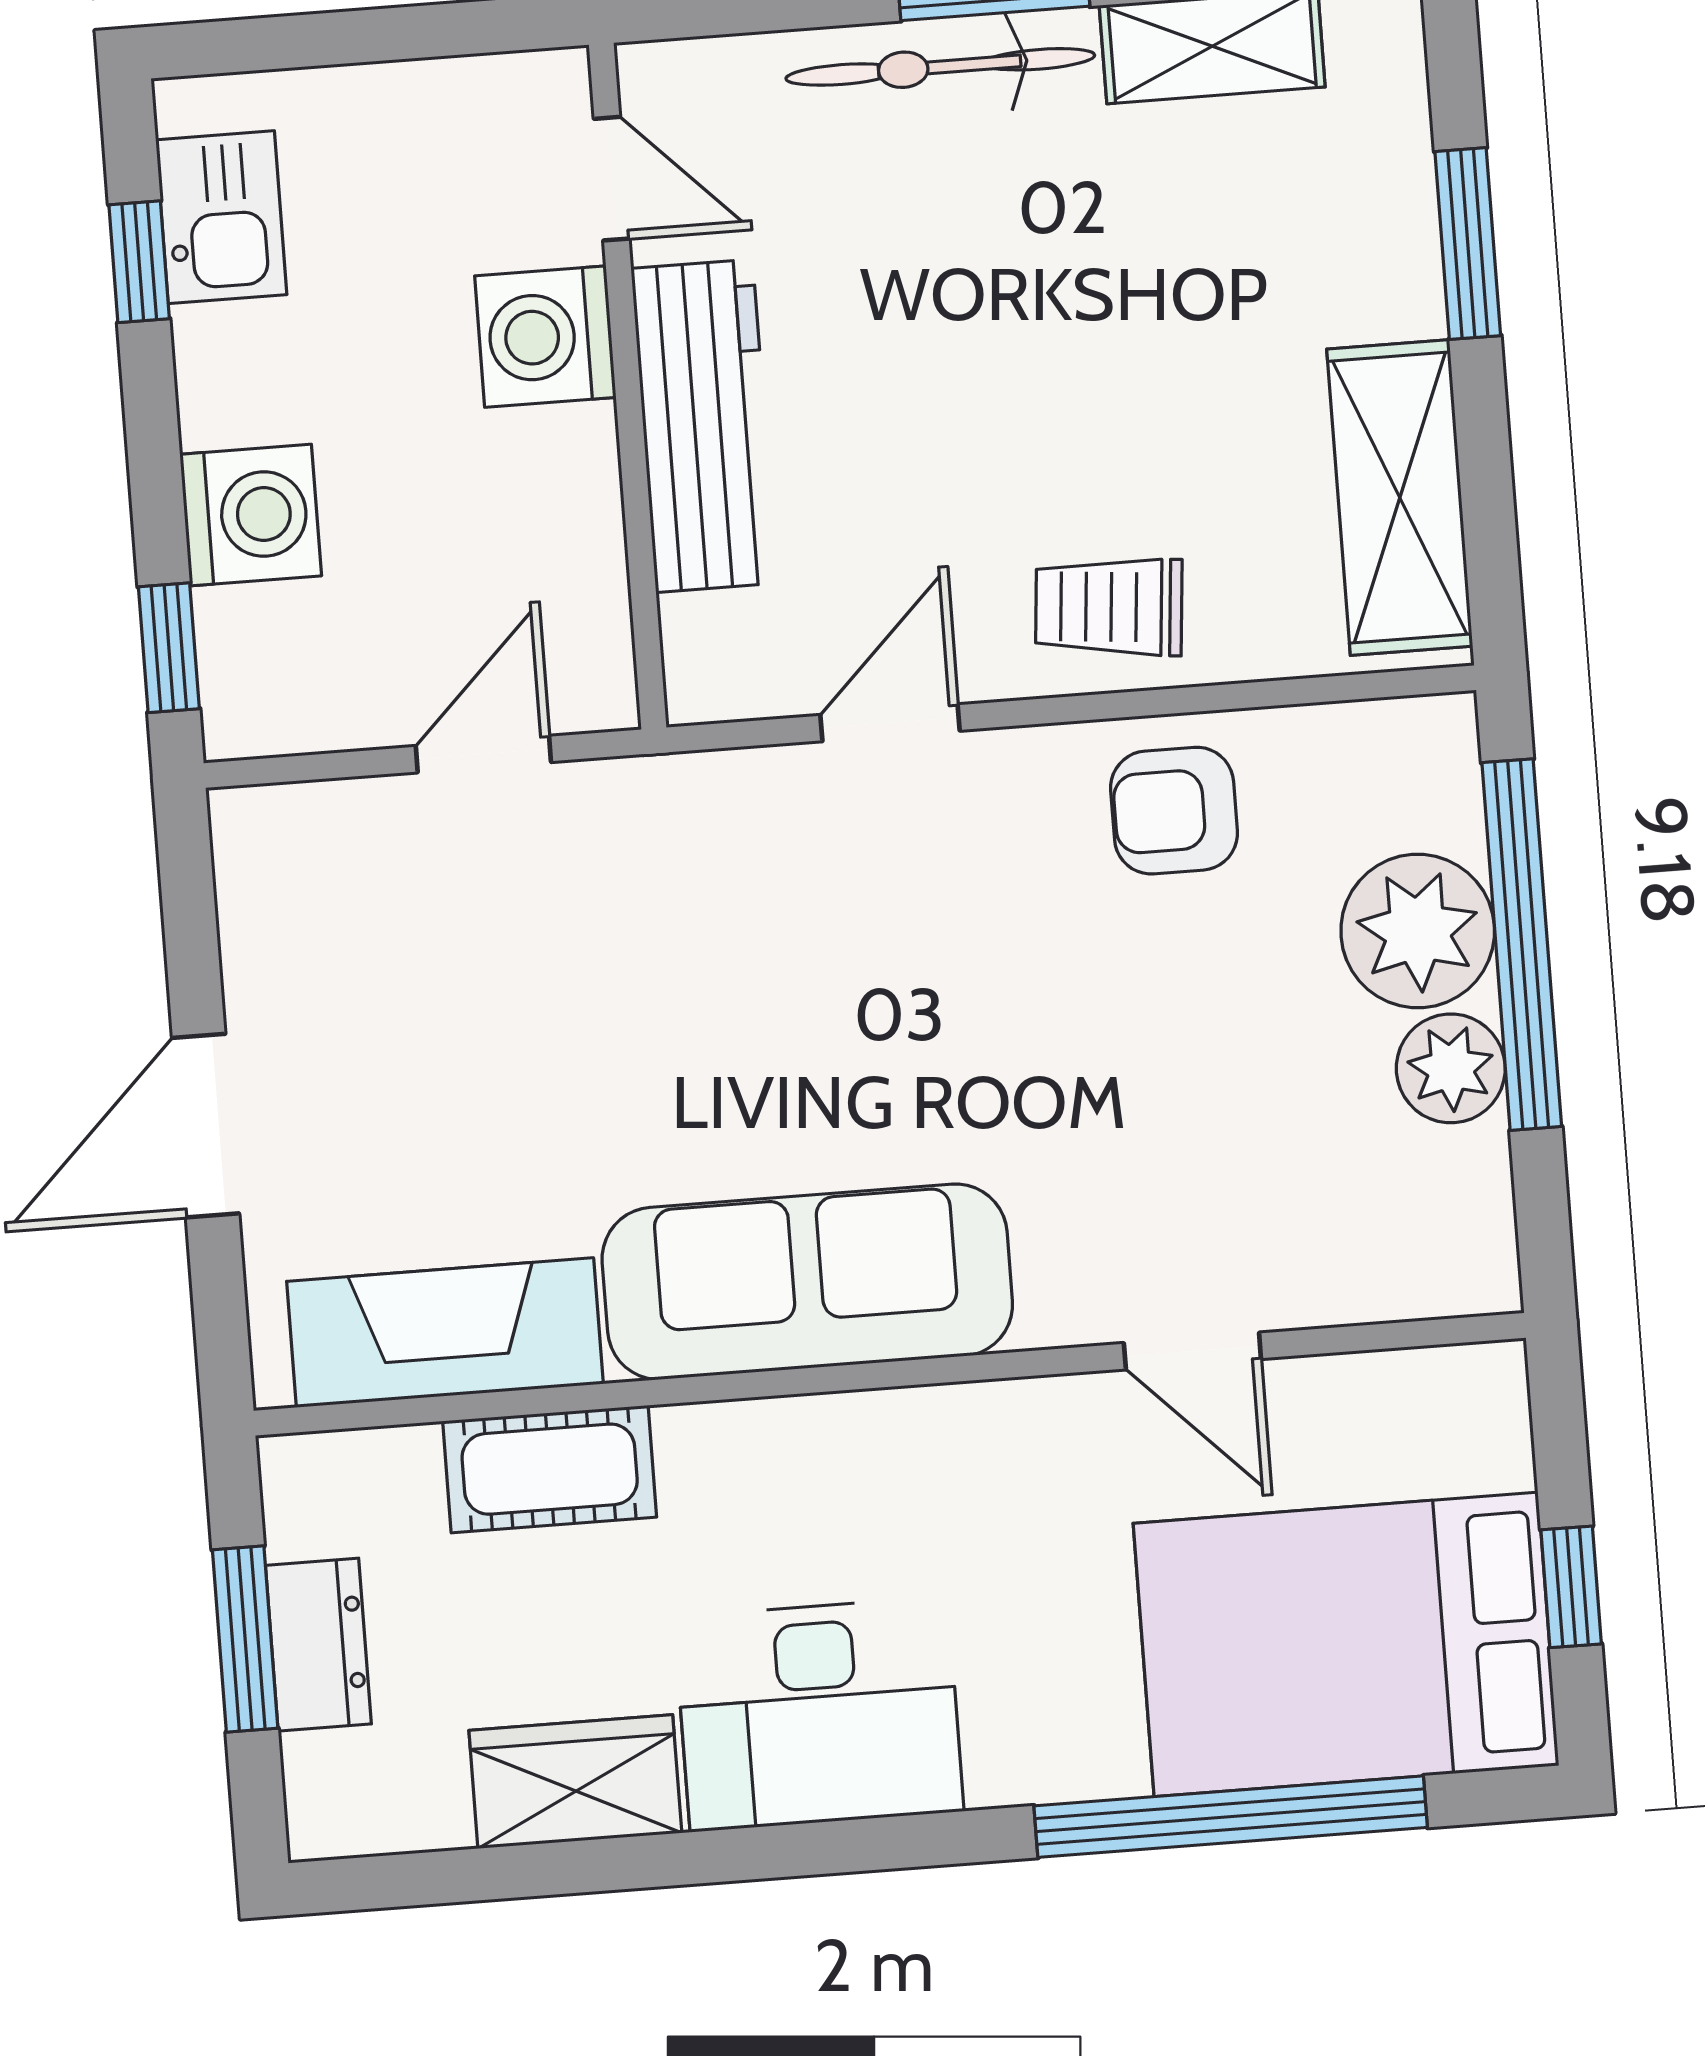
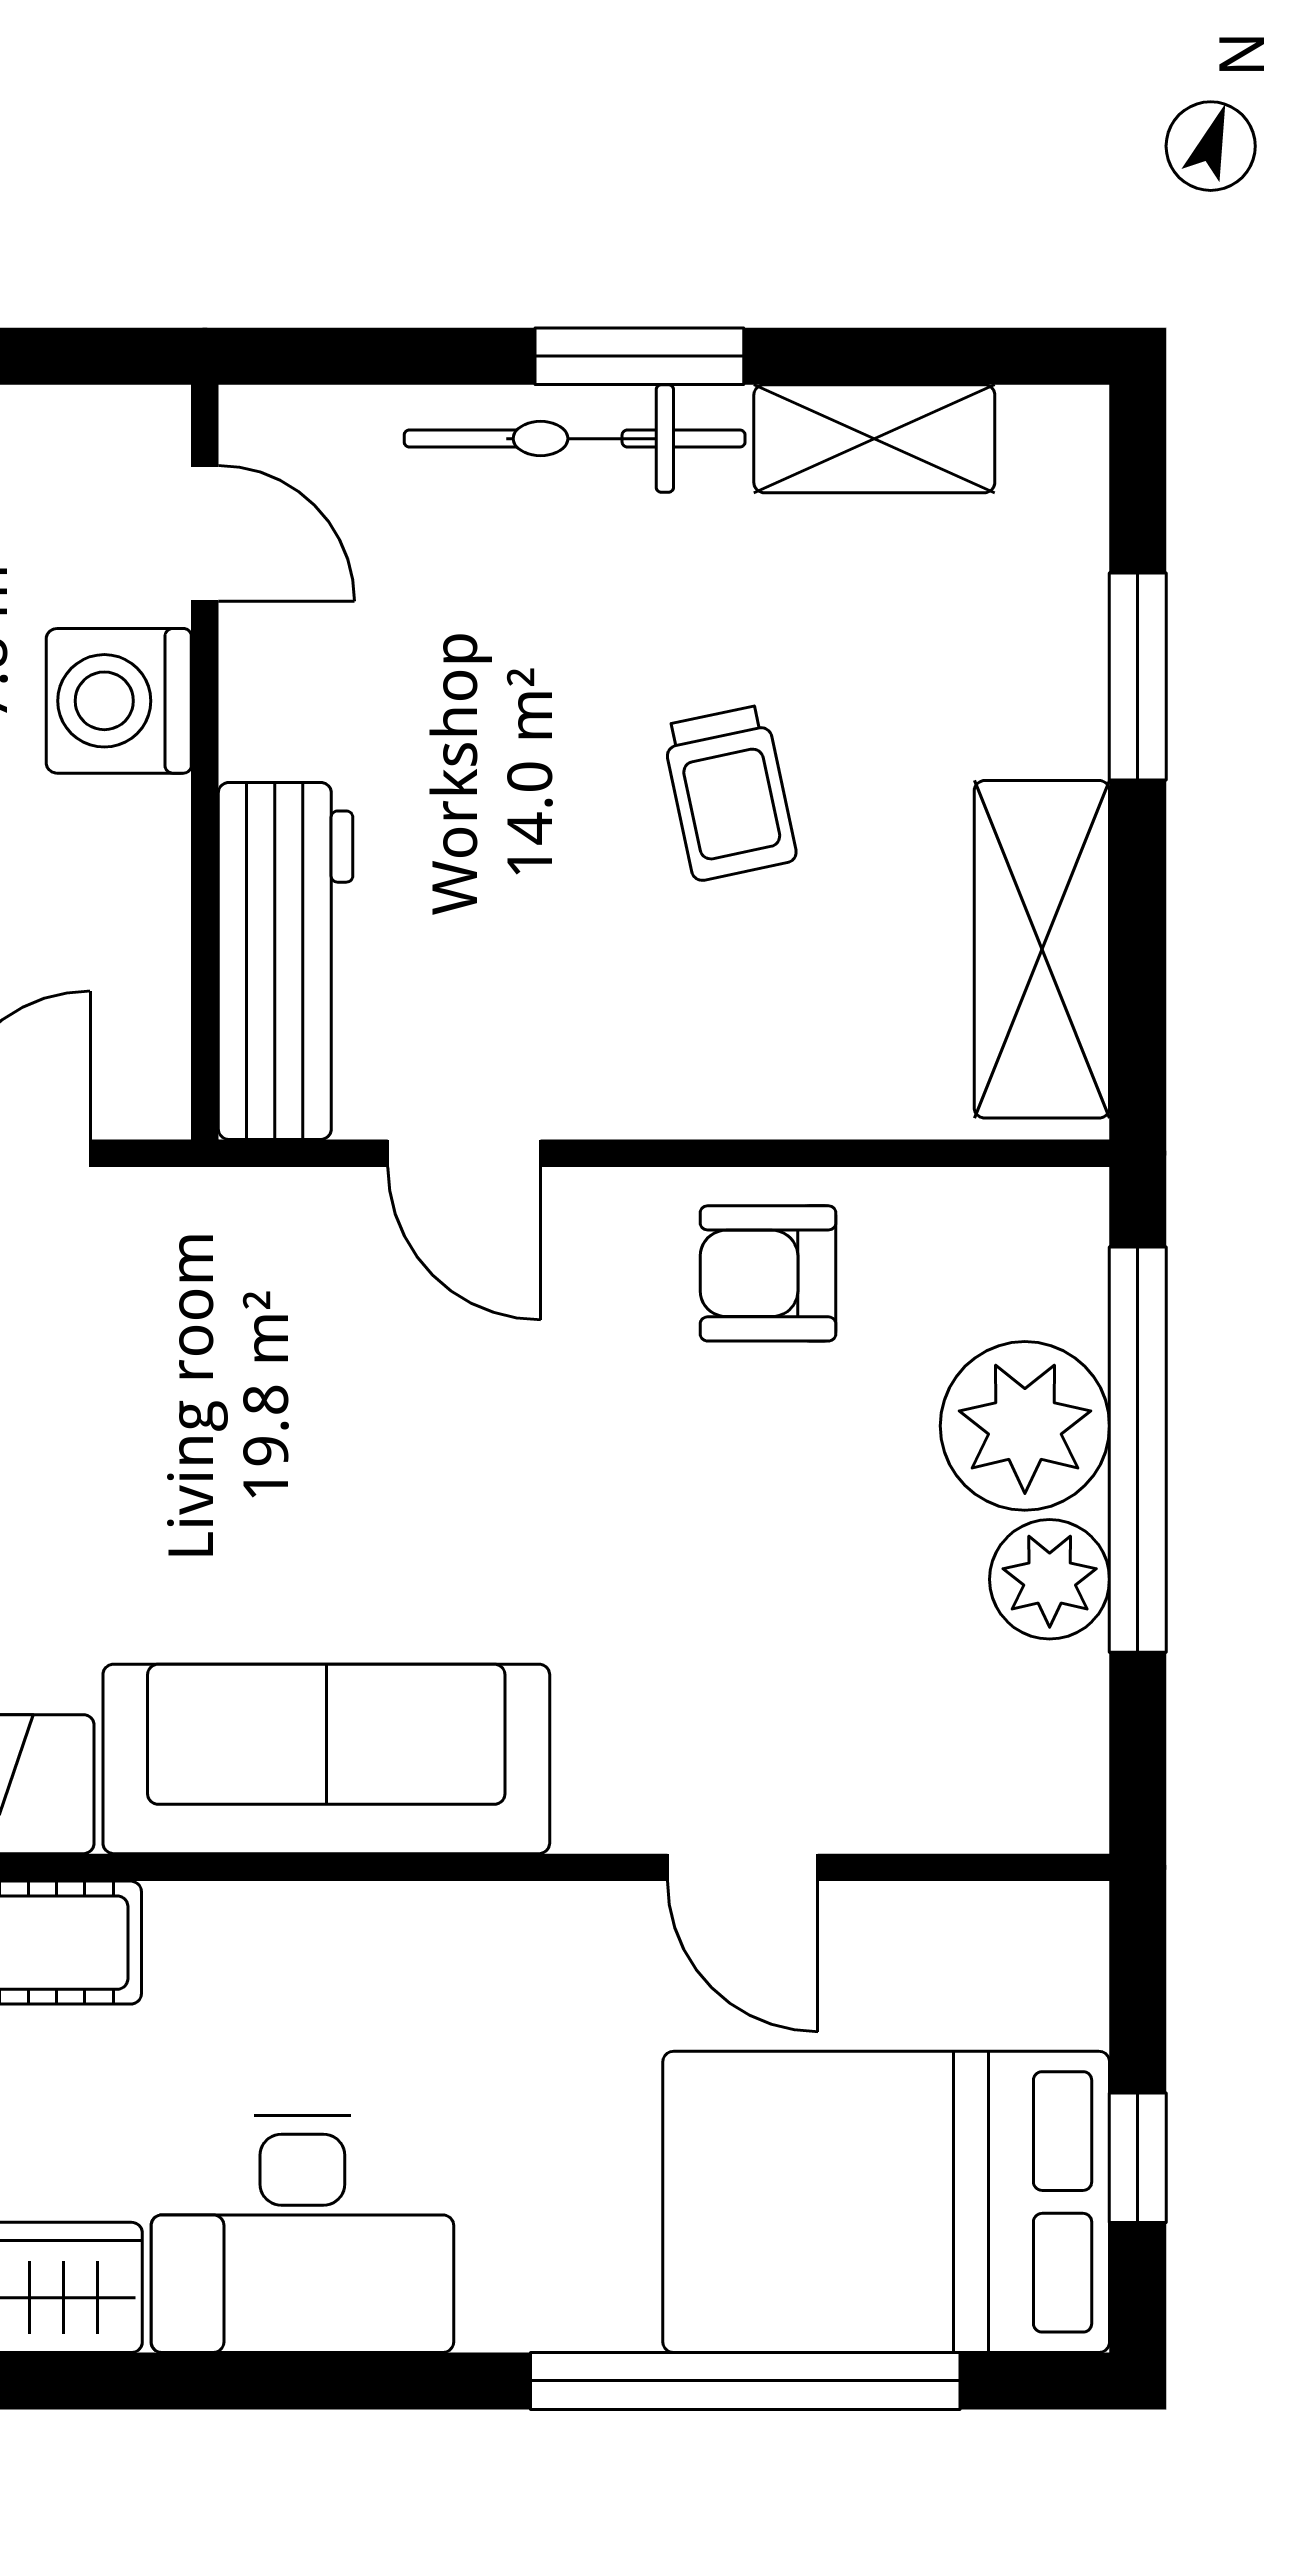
workbench: (704, 426) -> (286, 961), moved
trolley: (1109, 607) -> (729, 793), moved, turned -107
door: (890, 723) -> (464, 1153), swing flipped

